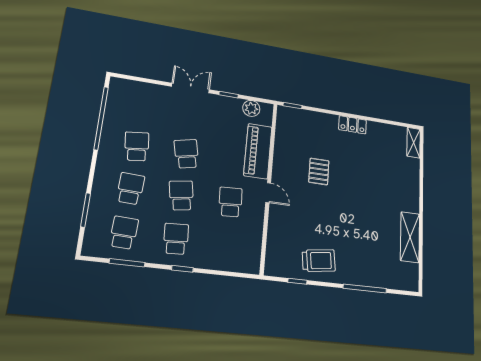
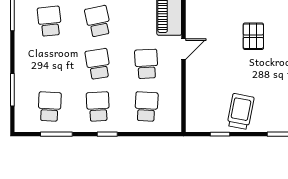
pallet: (319, 171) -> (253, 36), moved
school desk: (130, 189) -> (146, 107), moved
door: (268, 193) -> (184, 49), hinge flipped
trolley: (319, 261) -> (241, 111), turned -72

